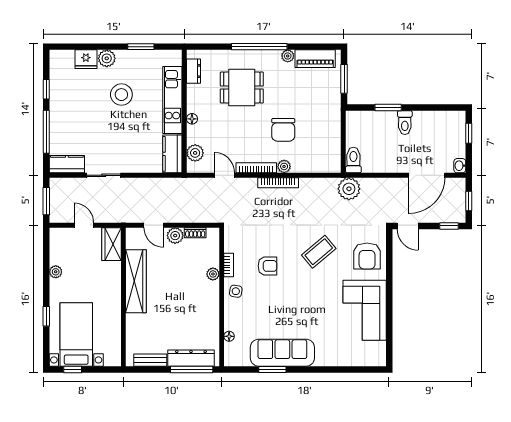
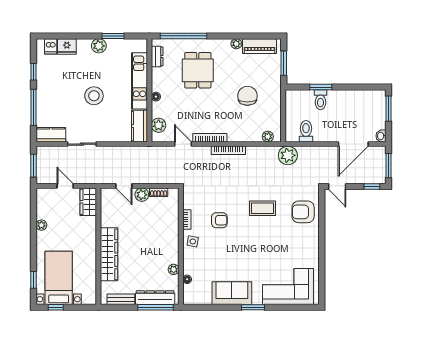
window: (259, 47) -> (183, 36), moved
plant: (107, 58) -> (99, 46), moved
dishwasher: (67, 59) -> (51, 46), added
dining table: (242, 87) -> (198, 70), turned 90
stool: (121, 95) -> (94, 96), moved
toilet: (405, 123) -> (320, 100), moved
chair: (283, 130) -> (247, 96), moved, turned 180
window: (469, 133) -> (389, 109), width x1.50
toilet: (353, 160) -> (306, 131), moved
plant: (284, 166) -> (268, 137), moved
window: (469, 201) -> (389, 166), width x1.50
coffee table: (319, 252) -> (262, 208), turned 40
armchair: (367, 256) -> (303, 212), turned 90
plant: (213, 274) -> (174, 269), moved
wardrobe: (136, 281) -> (109, 254), moved
corner sofa: (365, 310) -> (288, 286), moved, turned 90
window: (46, 316) -> (33, 280), moved
sofa: (282, 353) -> (232, 293), width x0.73
window: (272, 369) -> (253, 307), moved

